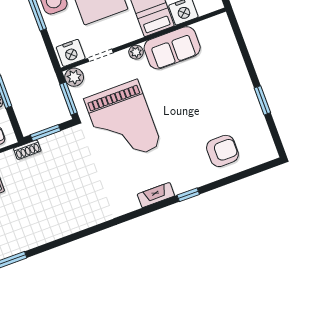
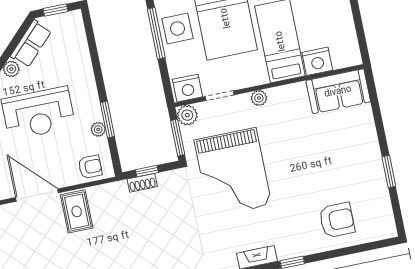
sofa: (172, 48) -> (338, 91), moved
window: (45, 133) -> (147, 171), width x0.67
shoe rack: (27, 150) -> (142, 183), moved

